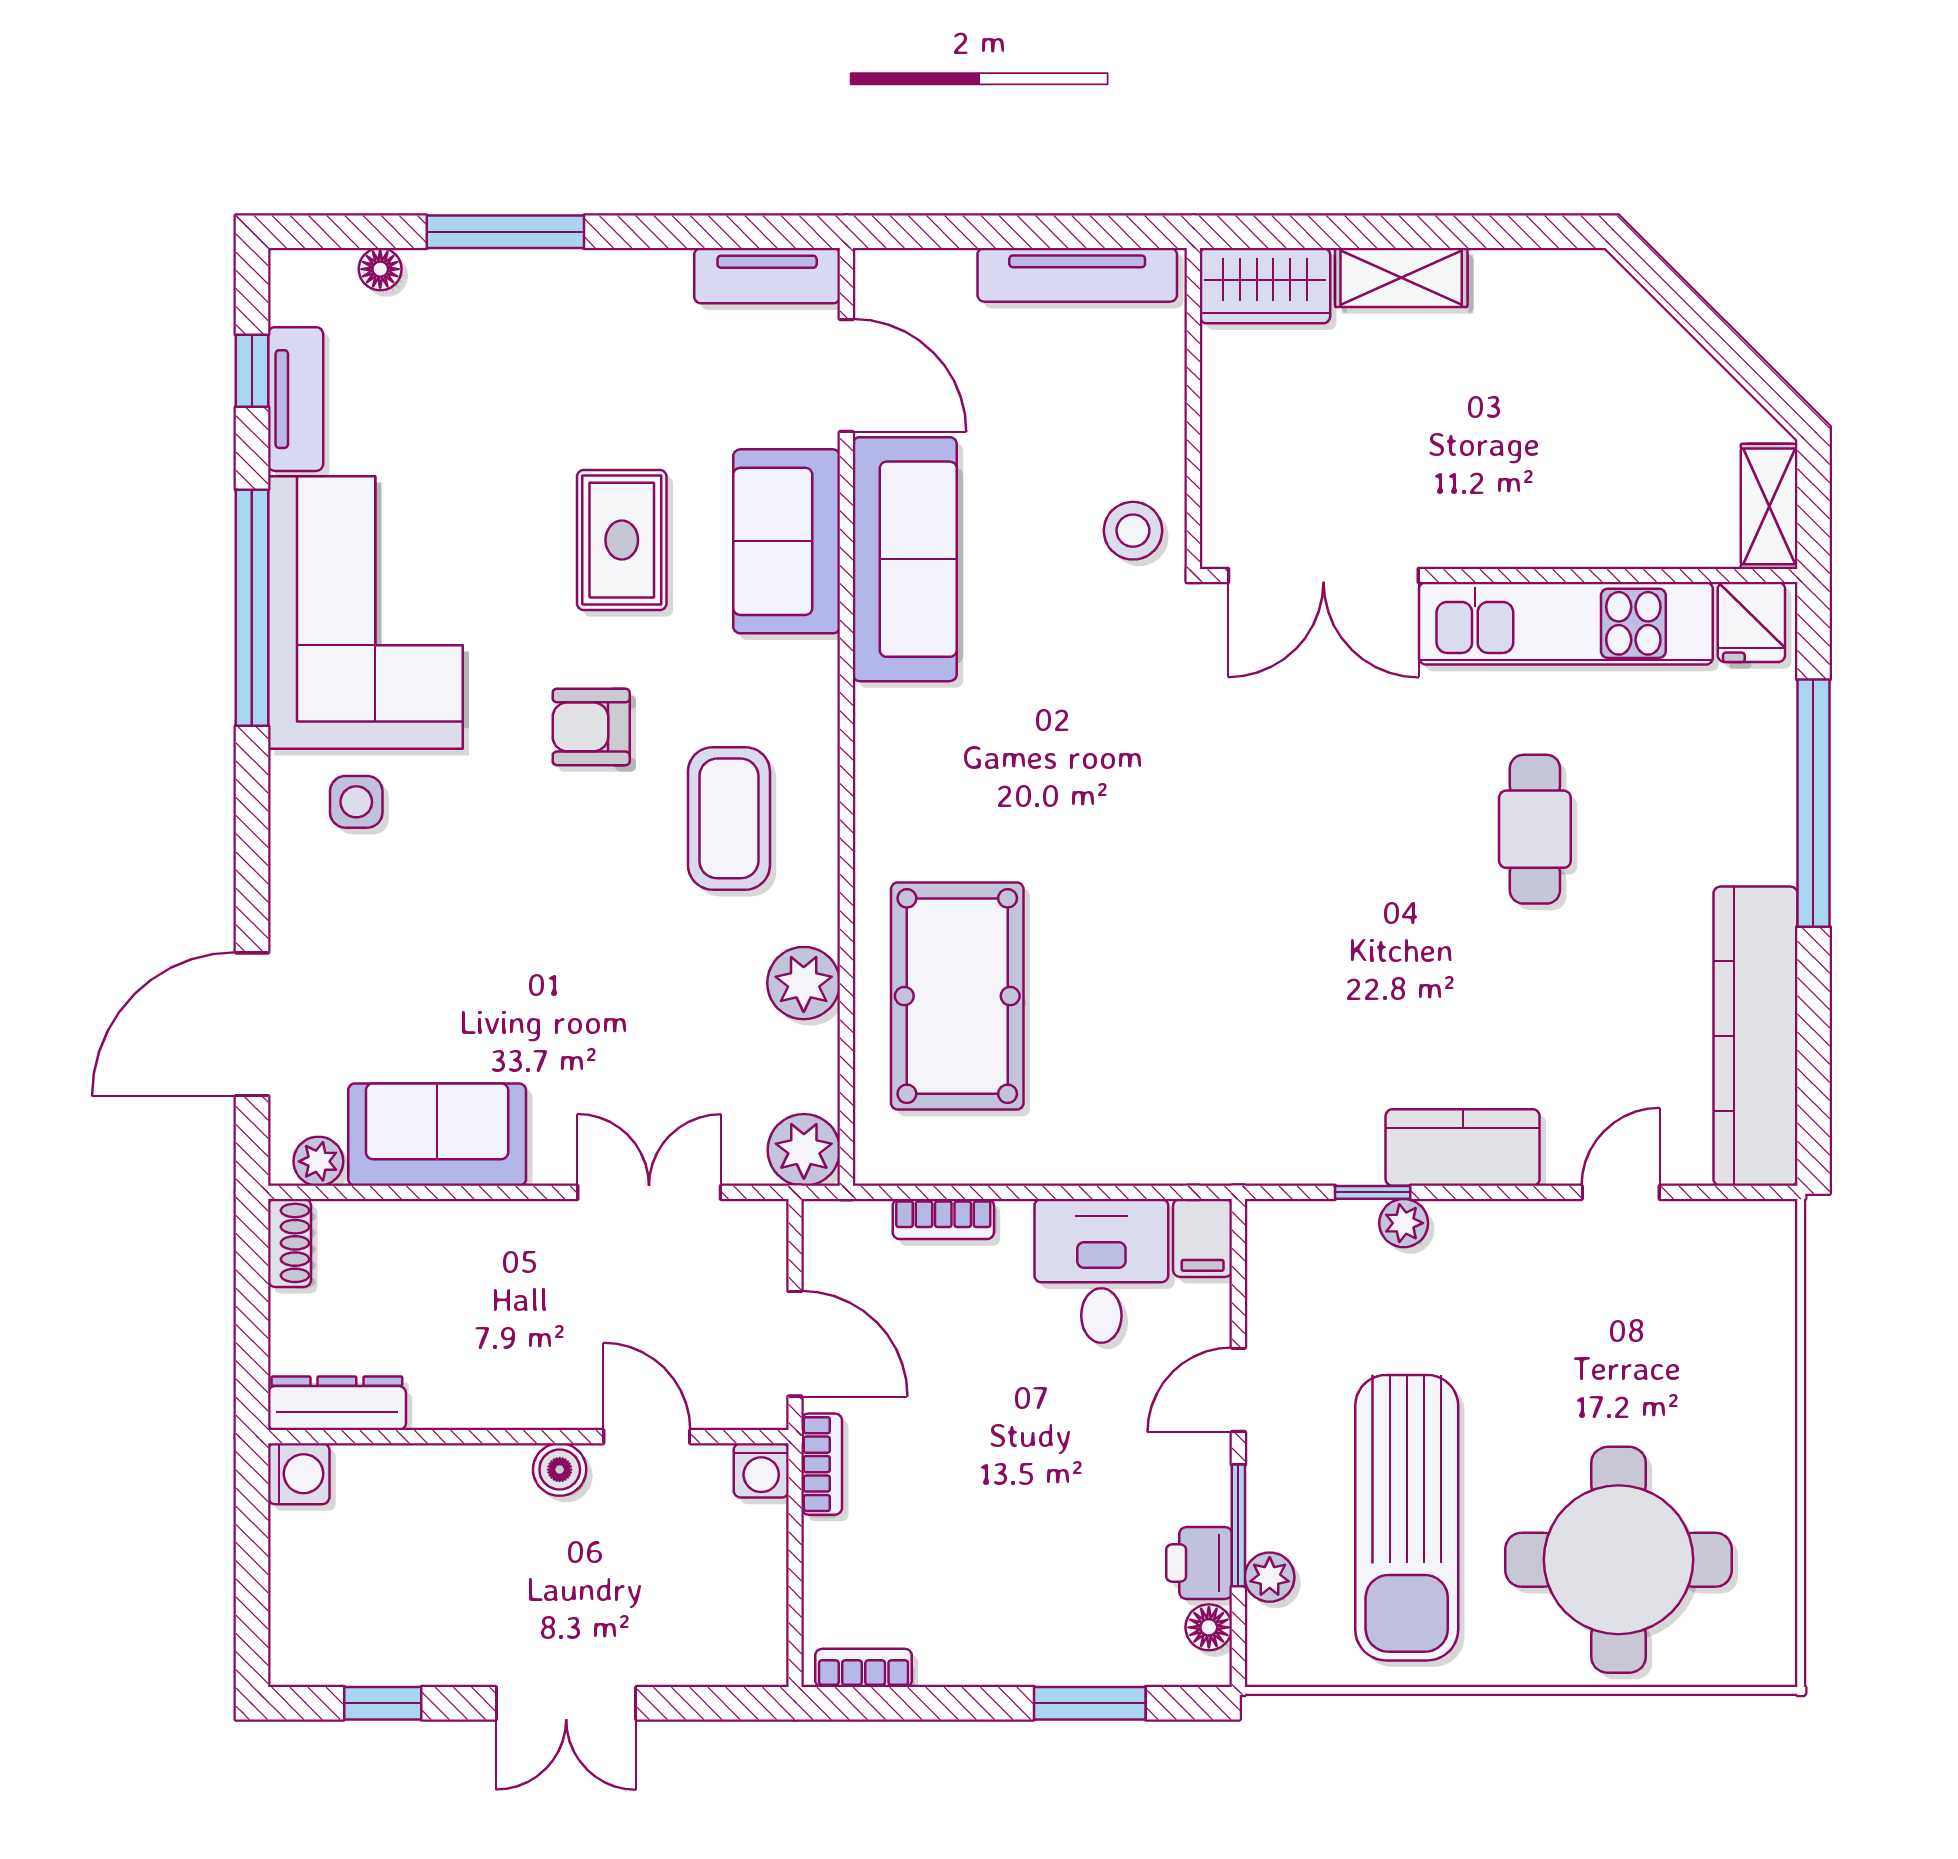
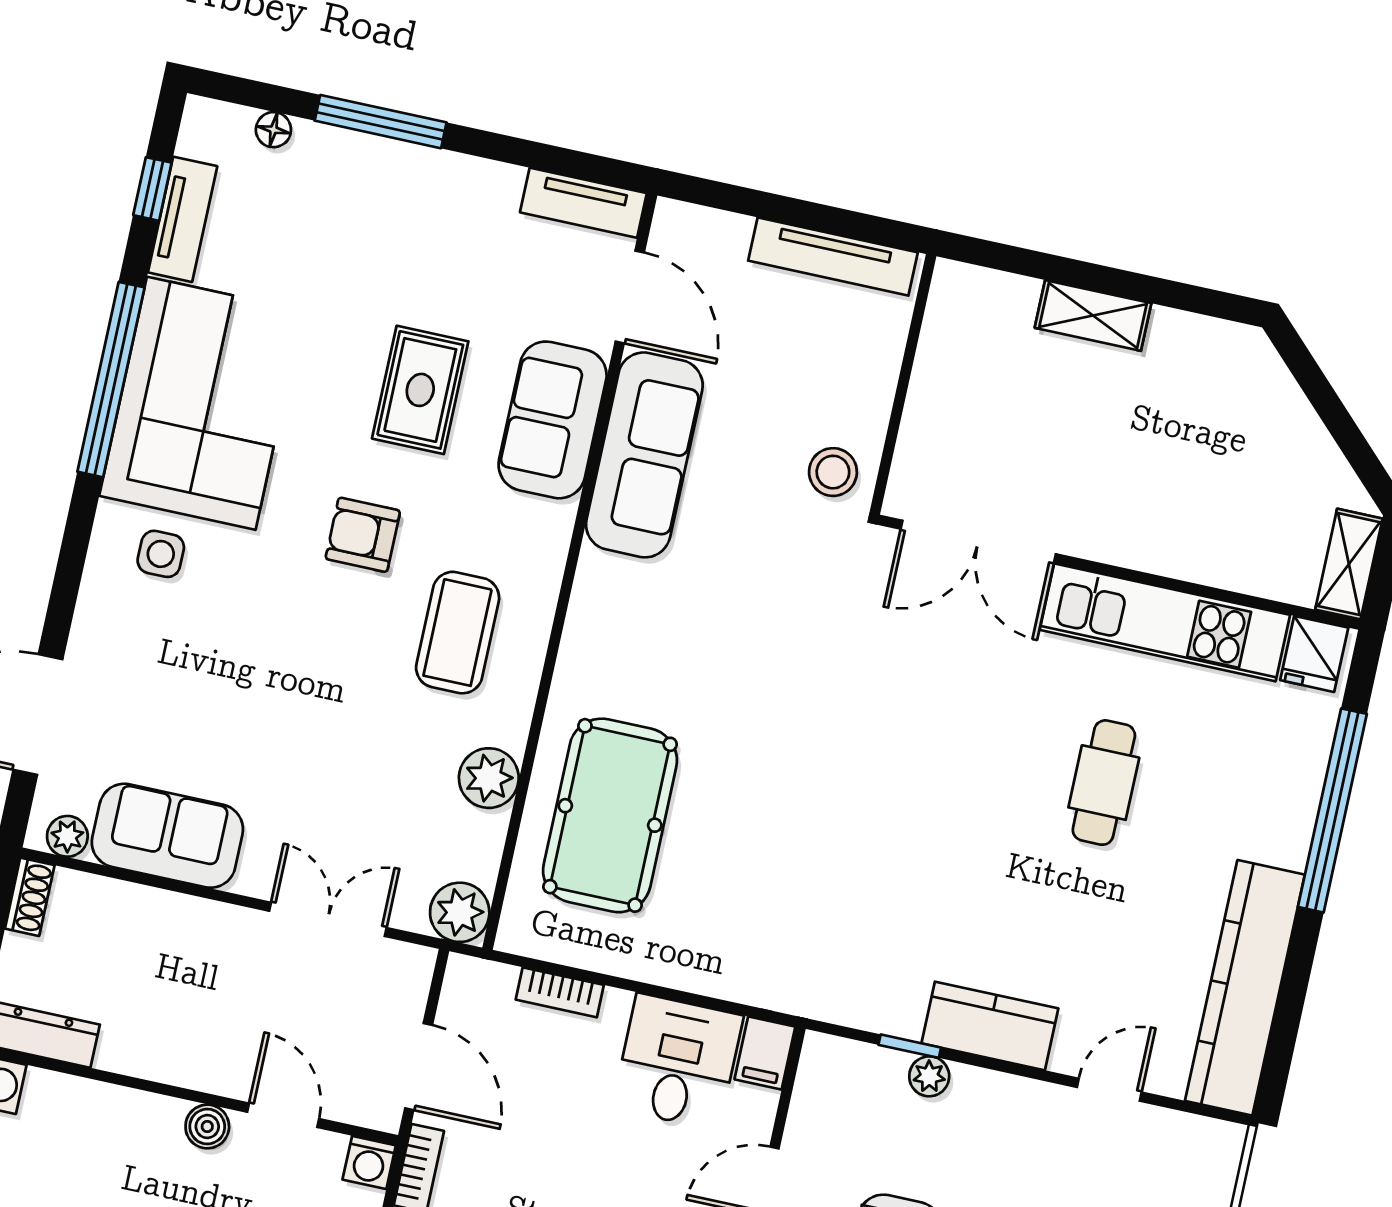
wardrobe: (1265, 286) -> (982, 298), removed

